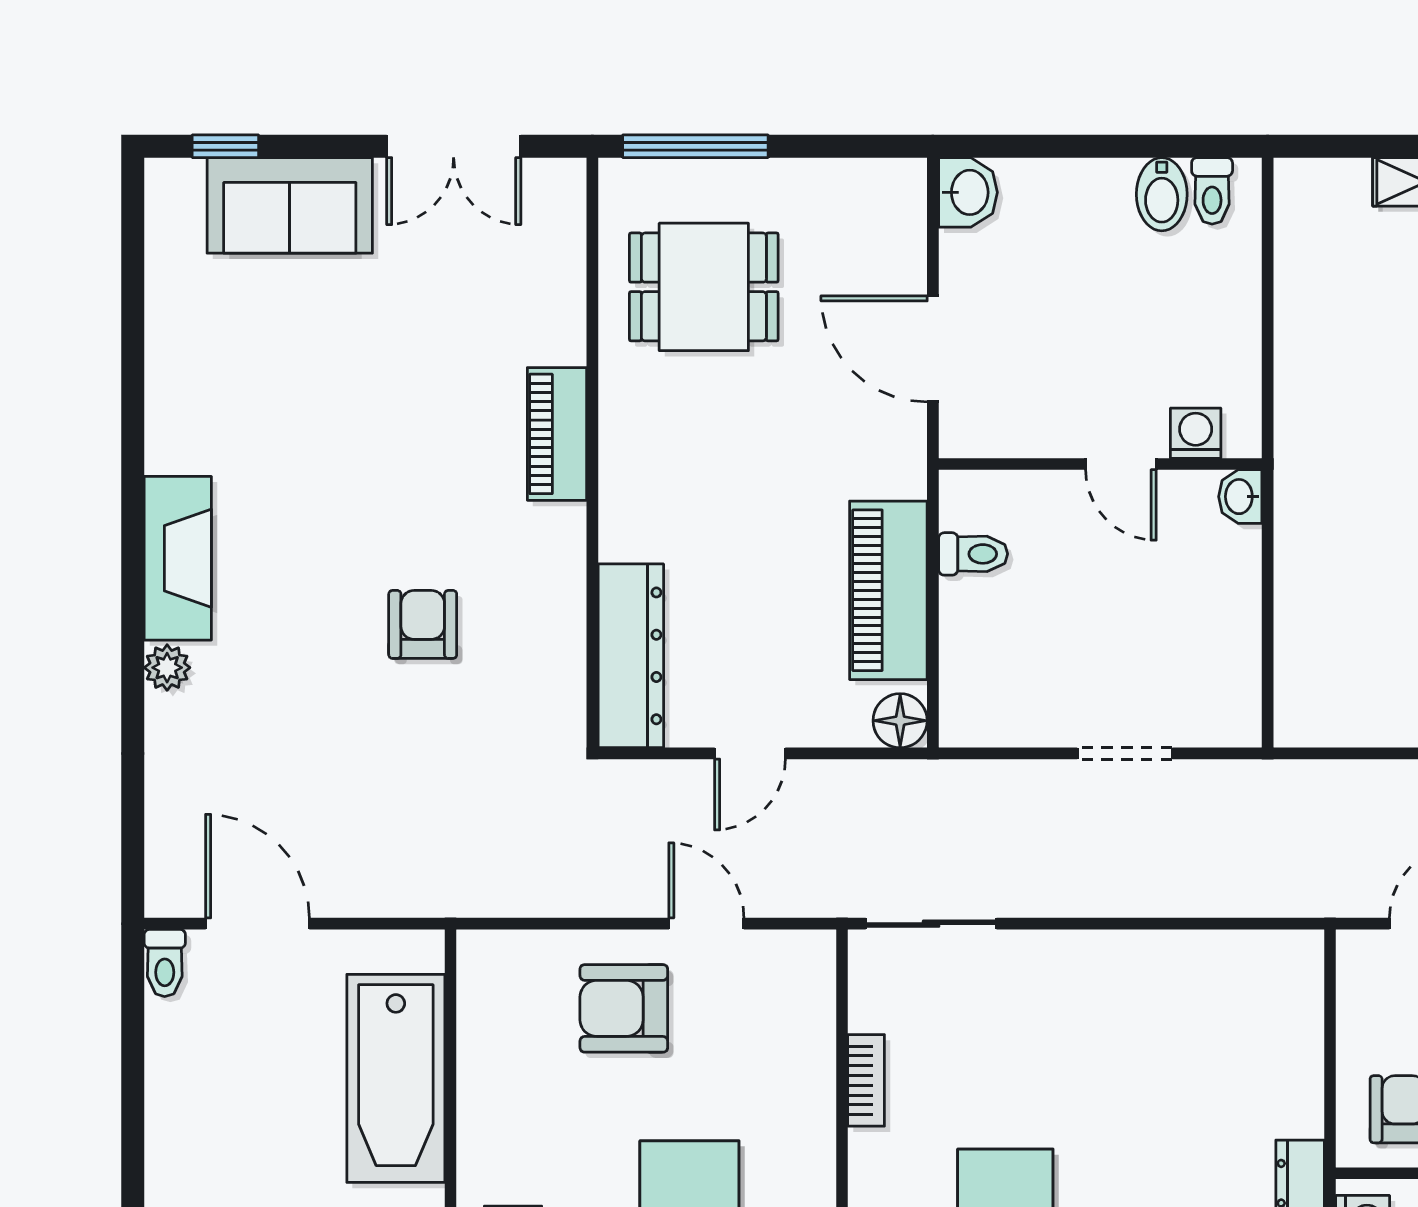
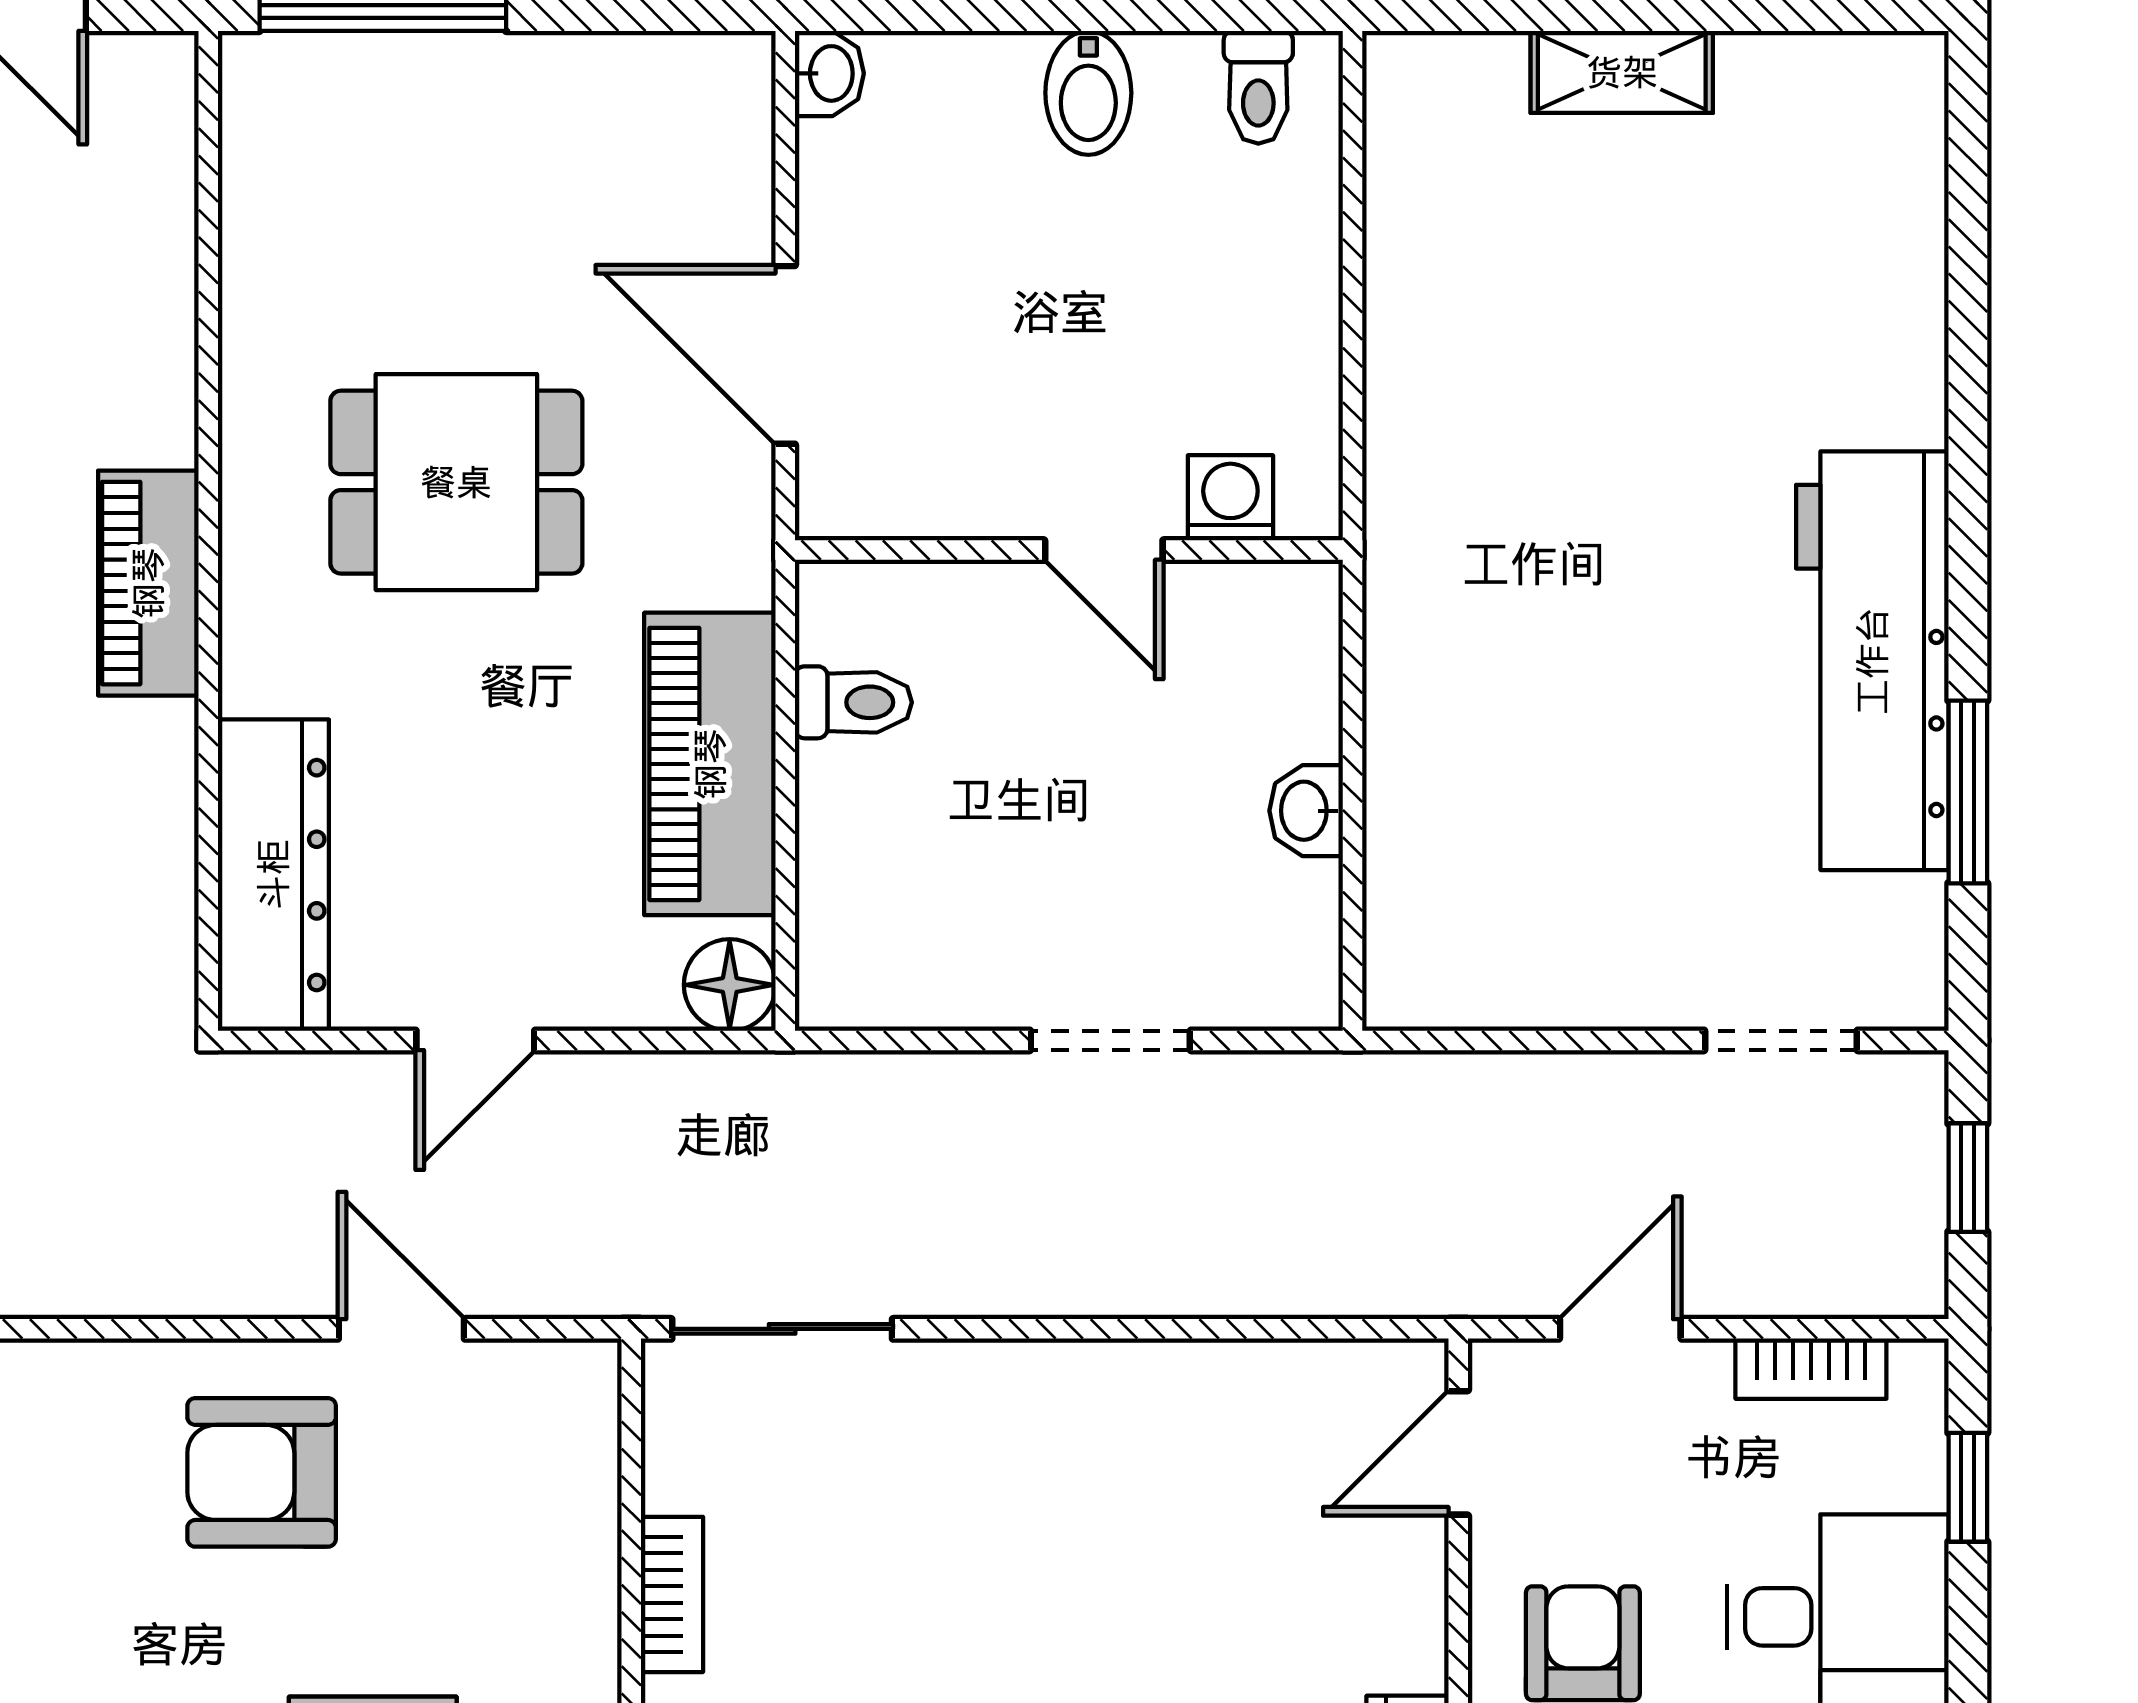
washbasin: (968, 192) -> (829, 73), width x0.72, depth x0.69
bidet: (1162, 194) -> (1088, 93), moved
dining table: (704, 287) -> (456, 482), moved
piano: (557, 434) -> (148, 583), moved
washbasin: (1240, 497) -> (1306, 811), moved
door: (1330, 997) -> (1458, 1453), added

